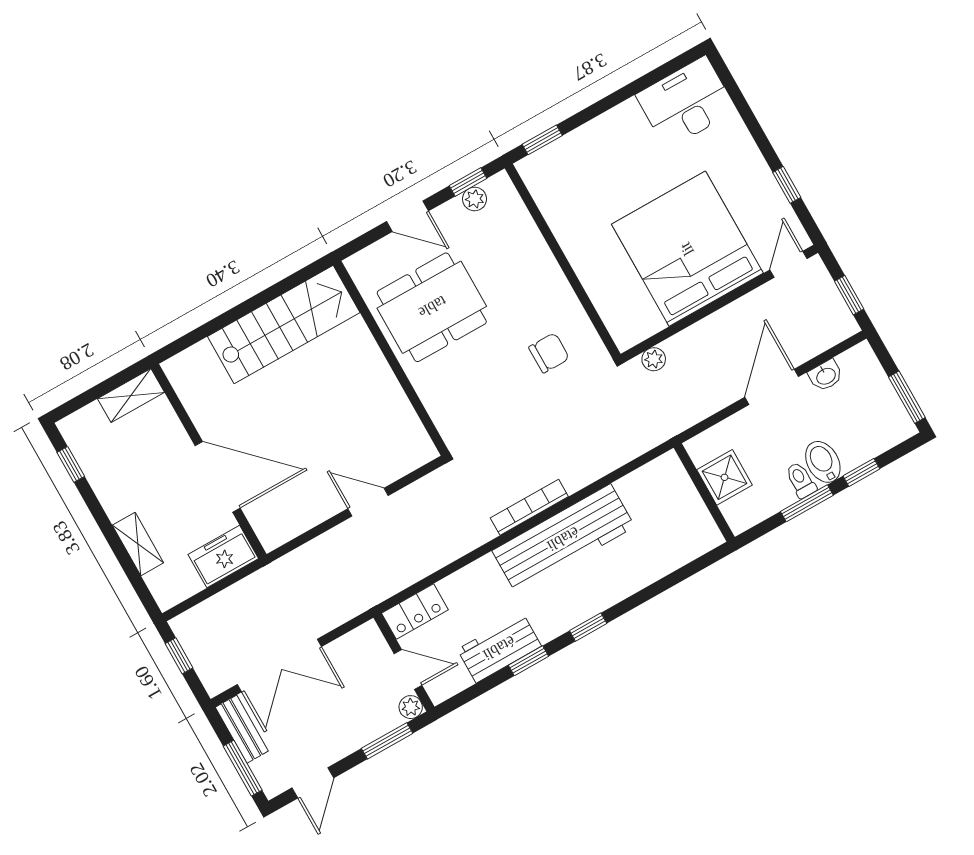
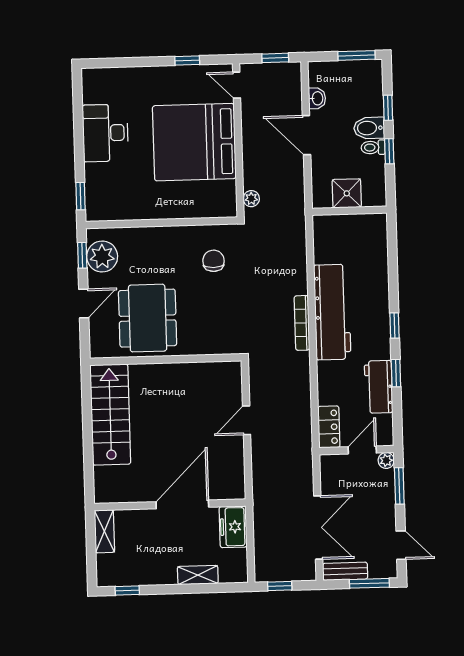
desk: (686, 103) -> (105, 133), moved
plant: (475, 199) -> (102, 257), width x1.87, depth x1.87
window: (807, 503) -> (389, 151), width x0.67

